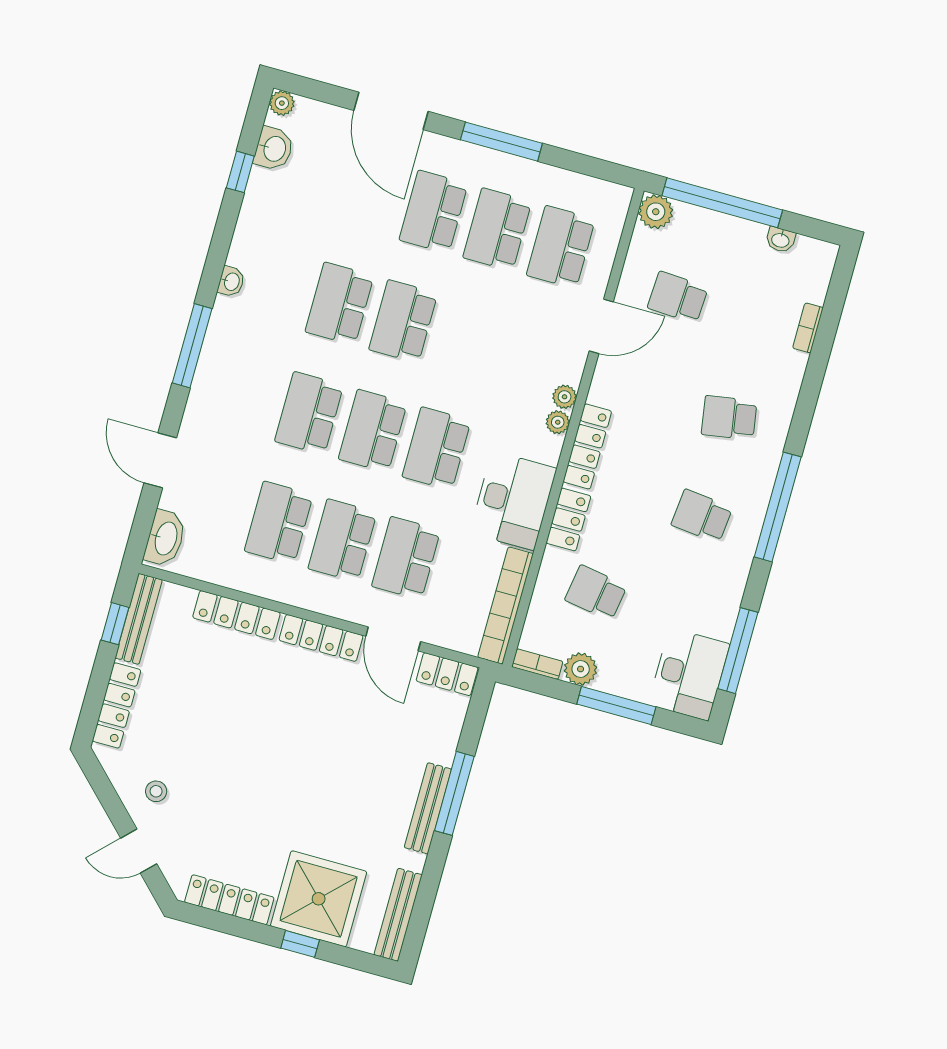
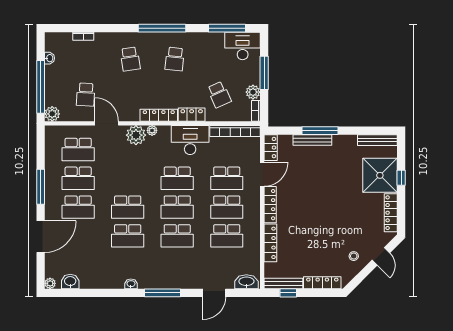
window: (240, 172) -> (84, 293), removed
plant: (565, 397) -> (136, 135), width x1.88, depth x1.88
school desk: (596, 593) -> (219, 95), turned -33
bench: (428, 808) -> (312, 140), moved

